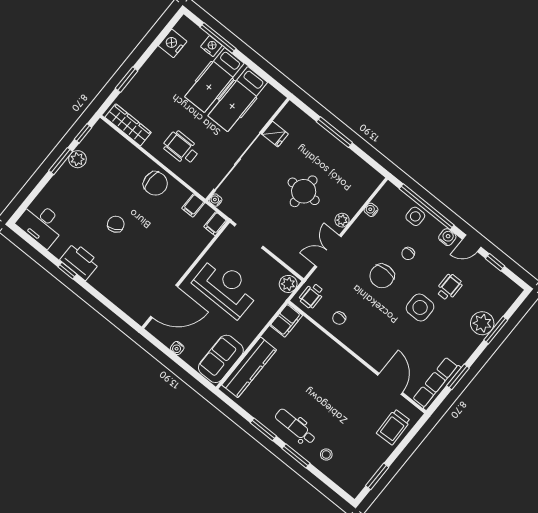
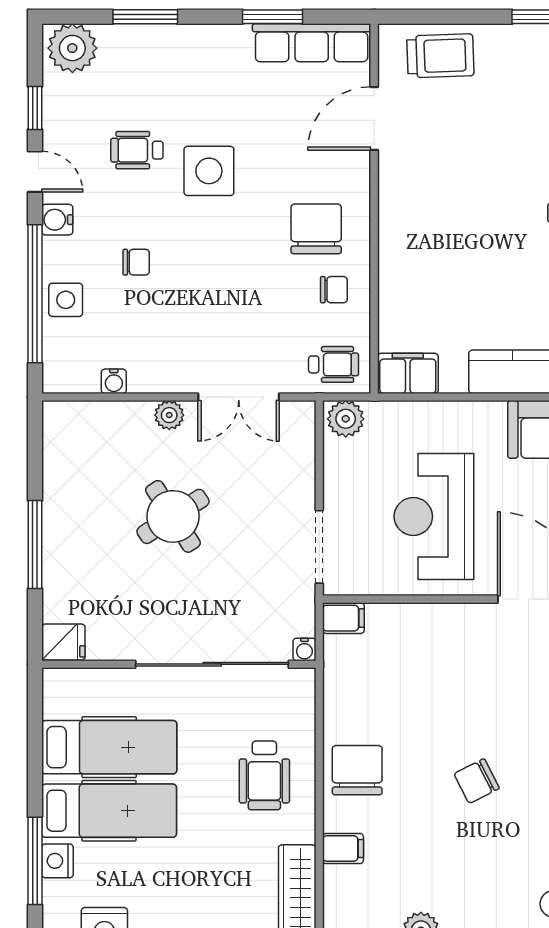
fridge: (275, 134) -> (63, 642), moved, turned 90
round table: (304, 191) -> (173, 516), turned -33
filing cabinet: (193, 205) -> (343, 849), moved
chair: (382, 276) -> (316, 229), moved, turned -90
plant: (482, 323) -> (72, 48), moved

